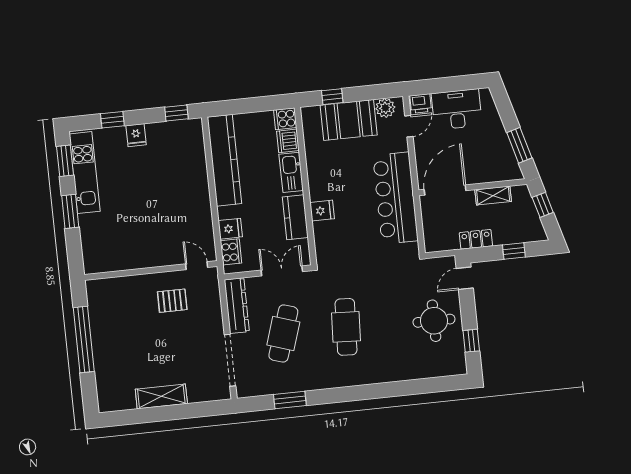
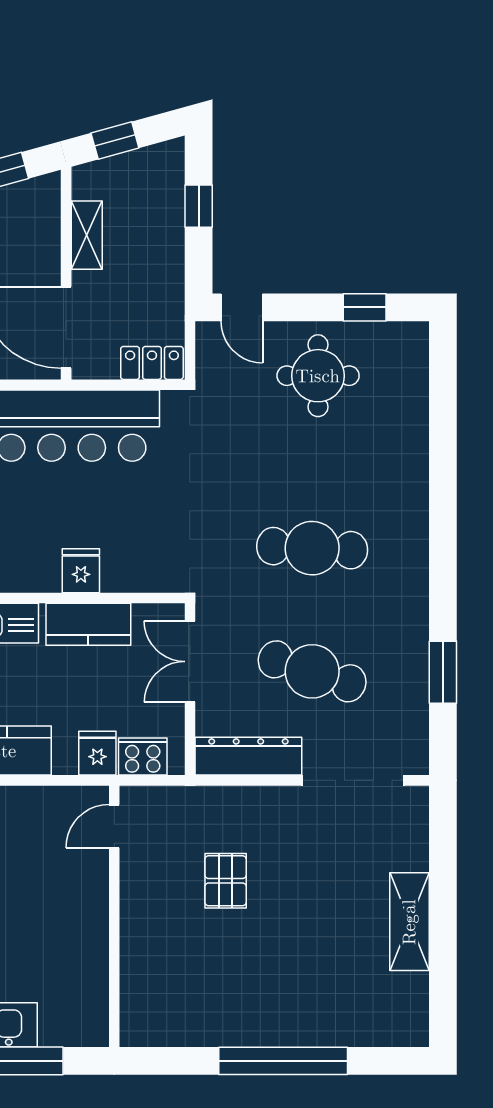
locker: (476, 239) -> (152, 363), moved, turned 90
door: (197, 266) -> (114, 826), moved
wall: (151, 270) -> (114, 916), moved

